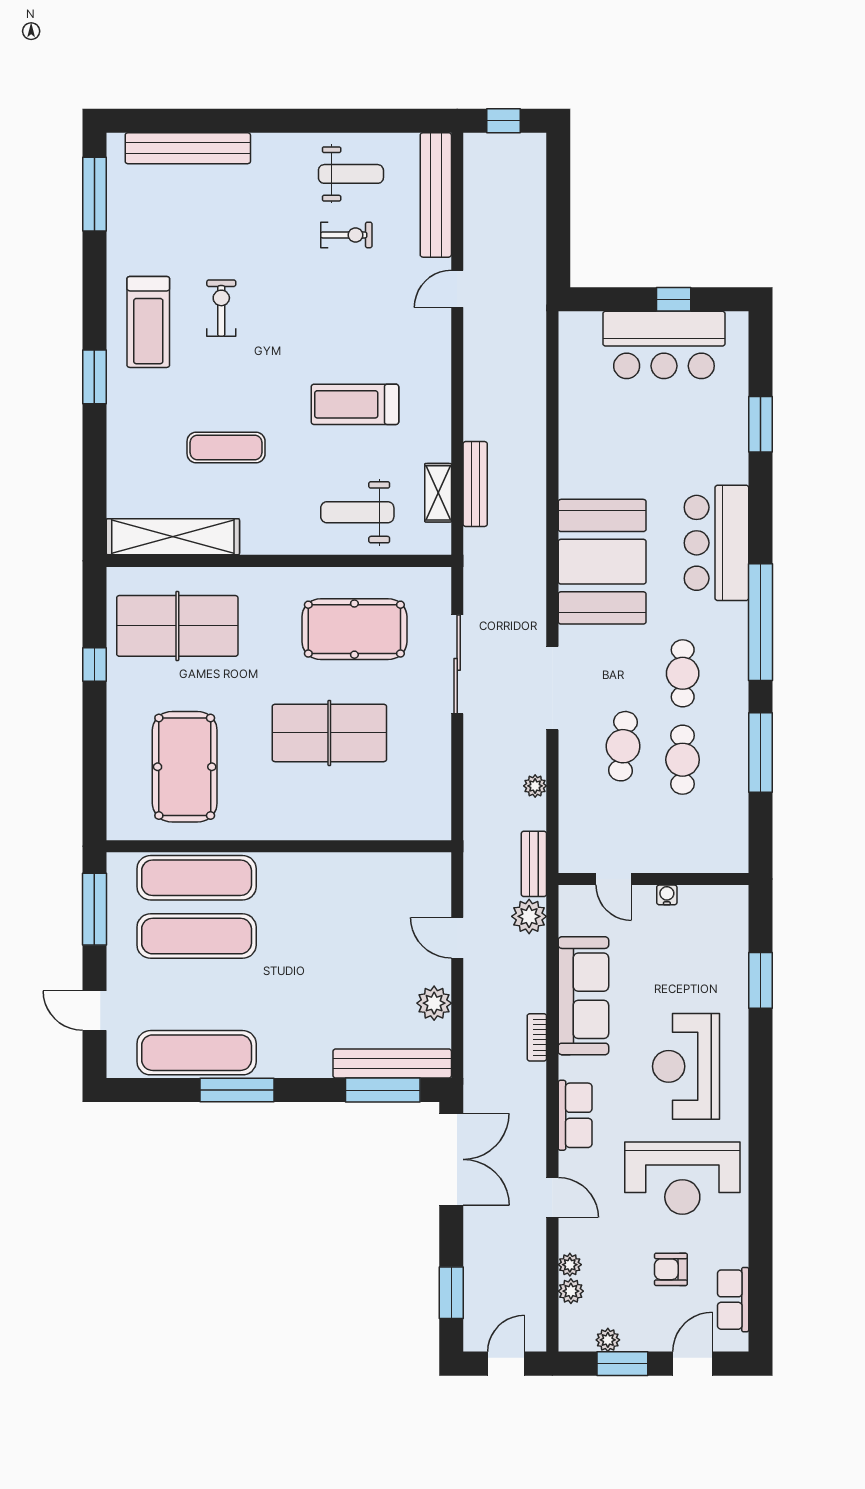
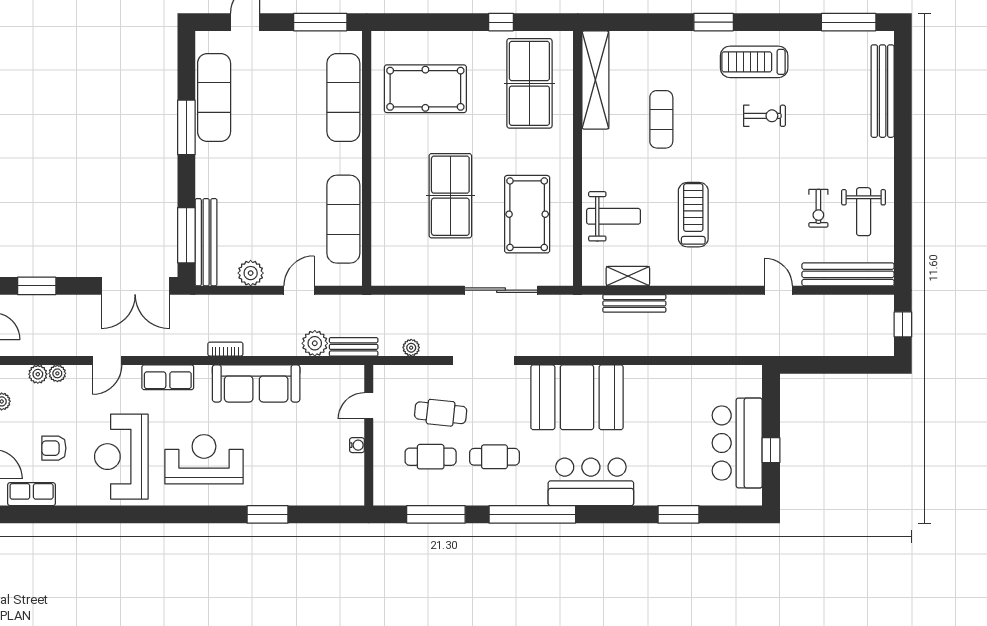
weight bench: (357, 512) -> (614, 216), turned 90
door: (614, 879) -> (369, 406), moved
wall: (653, 879) -> (369, 435), moved
water cooler: (667, 895) -> (357, 445), moved
exercise mat: (197, 936) -> (343, 219), moved
armchair: (671, 1269) -> (54, 448), turned -90

